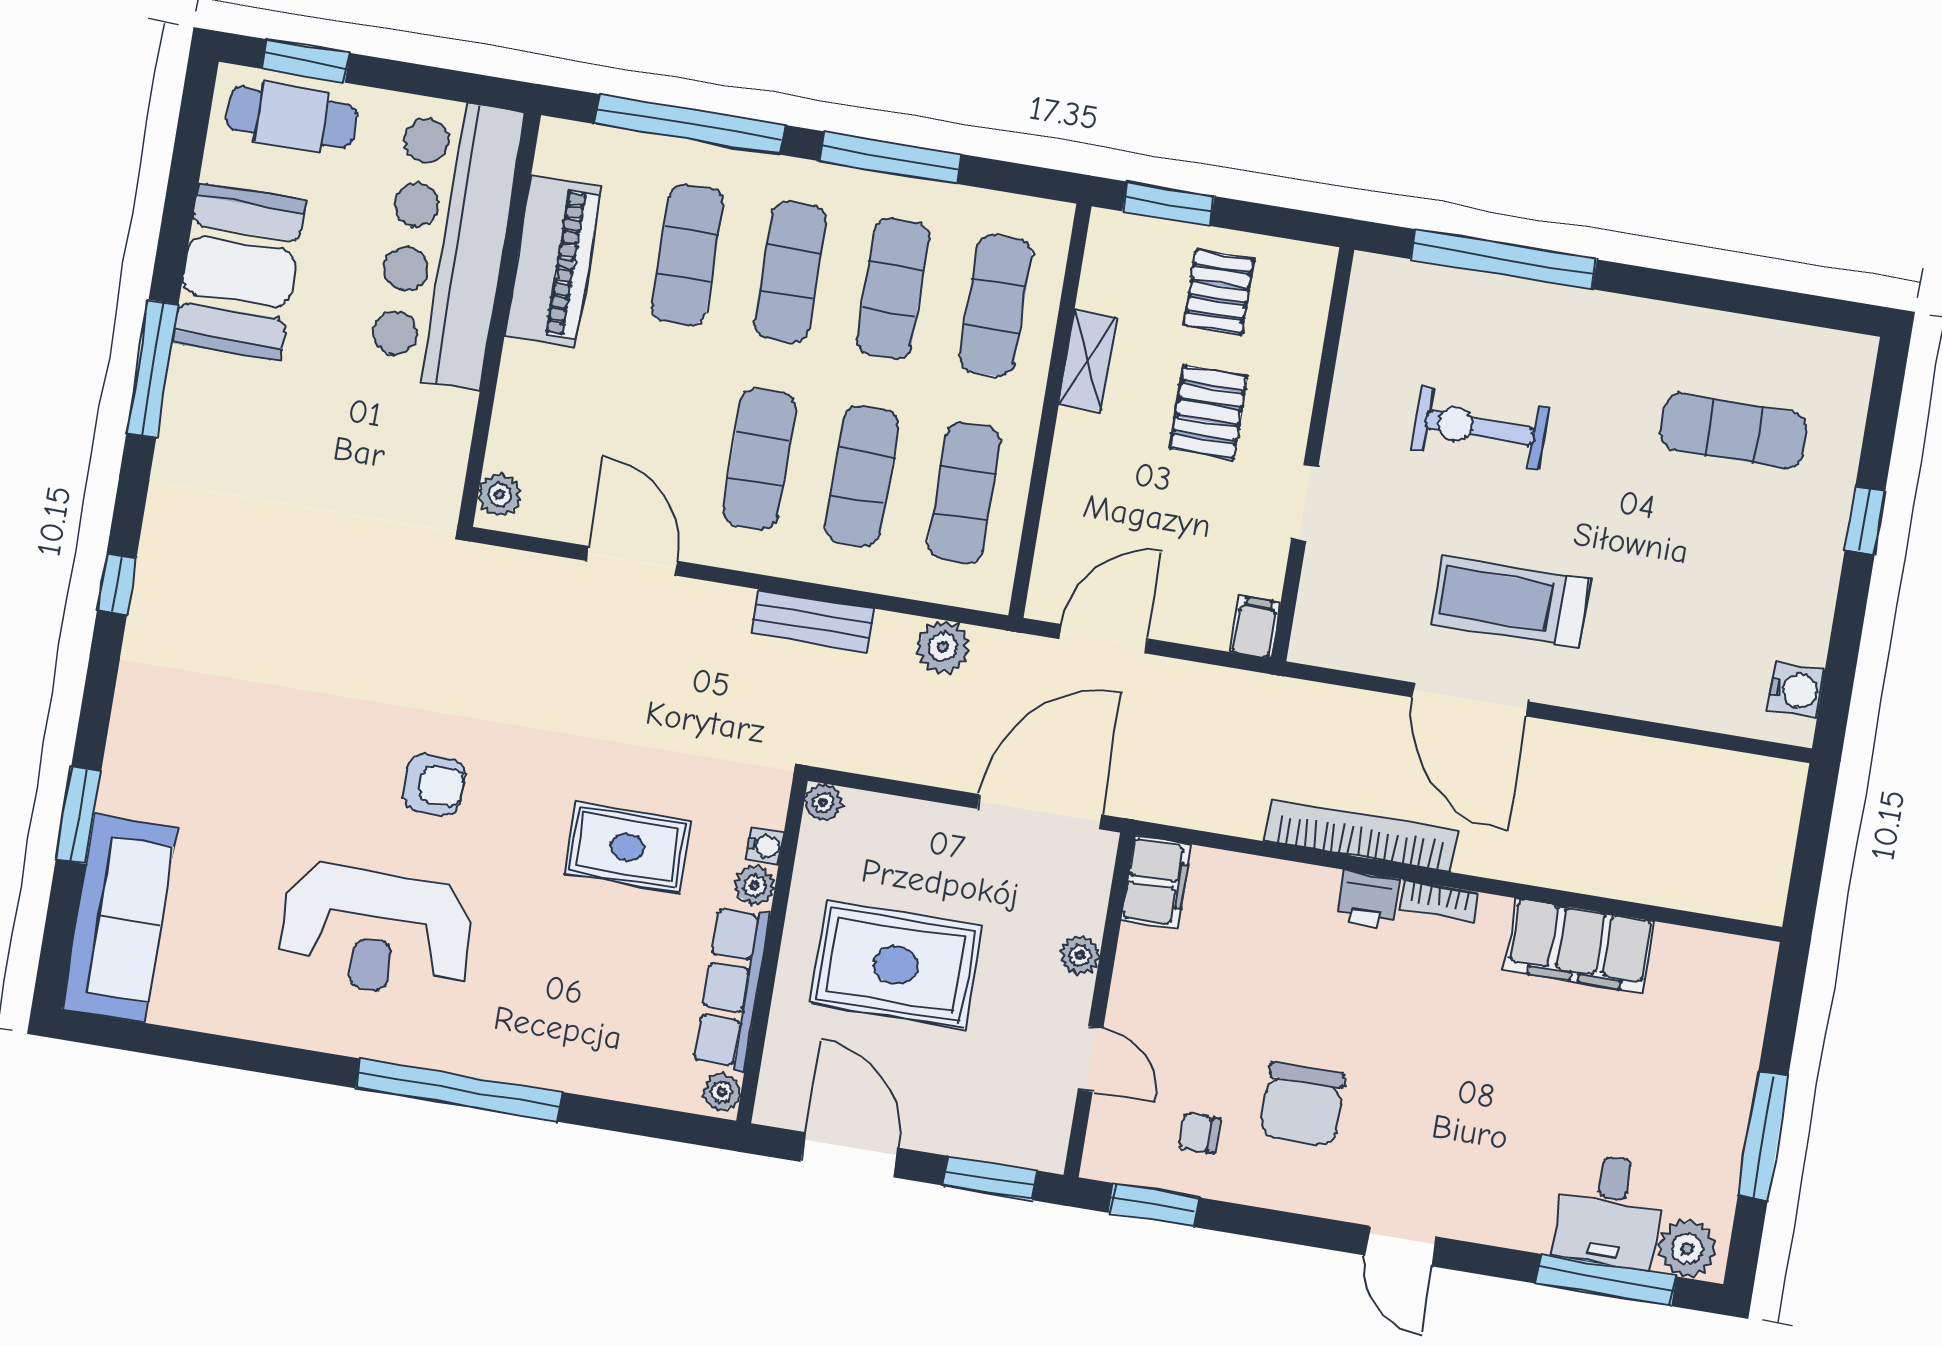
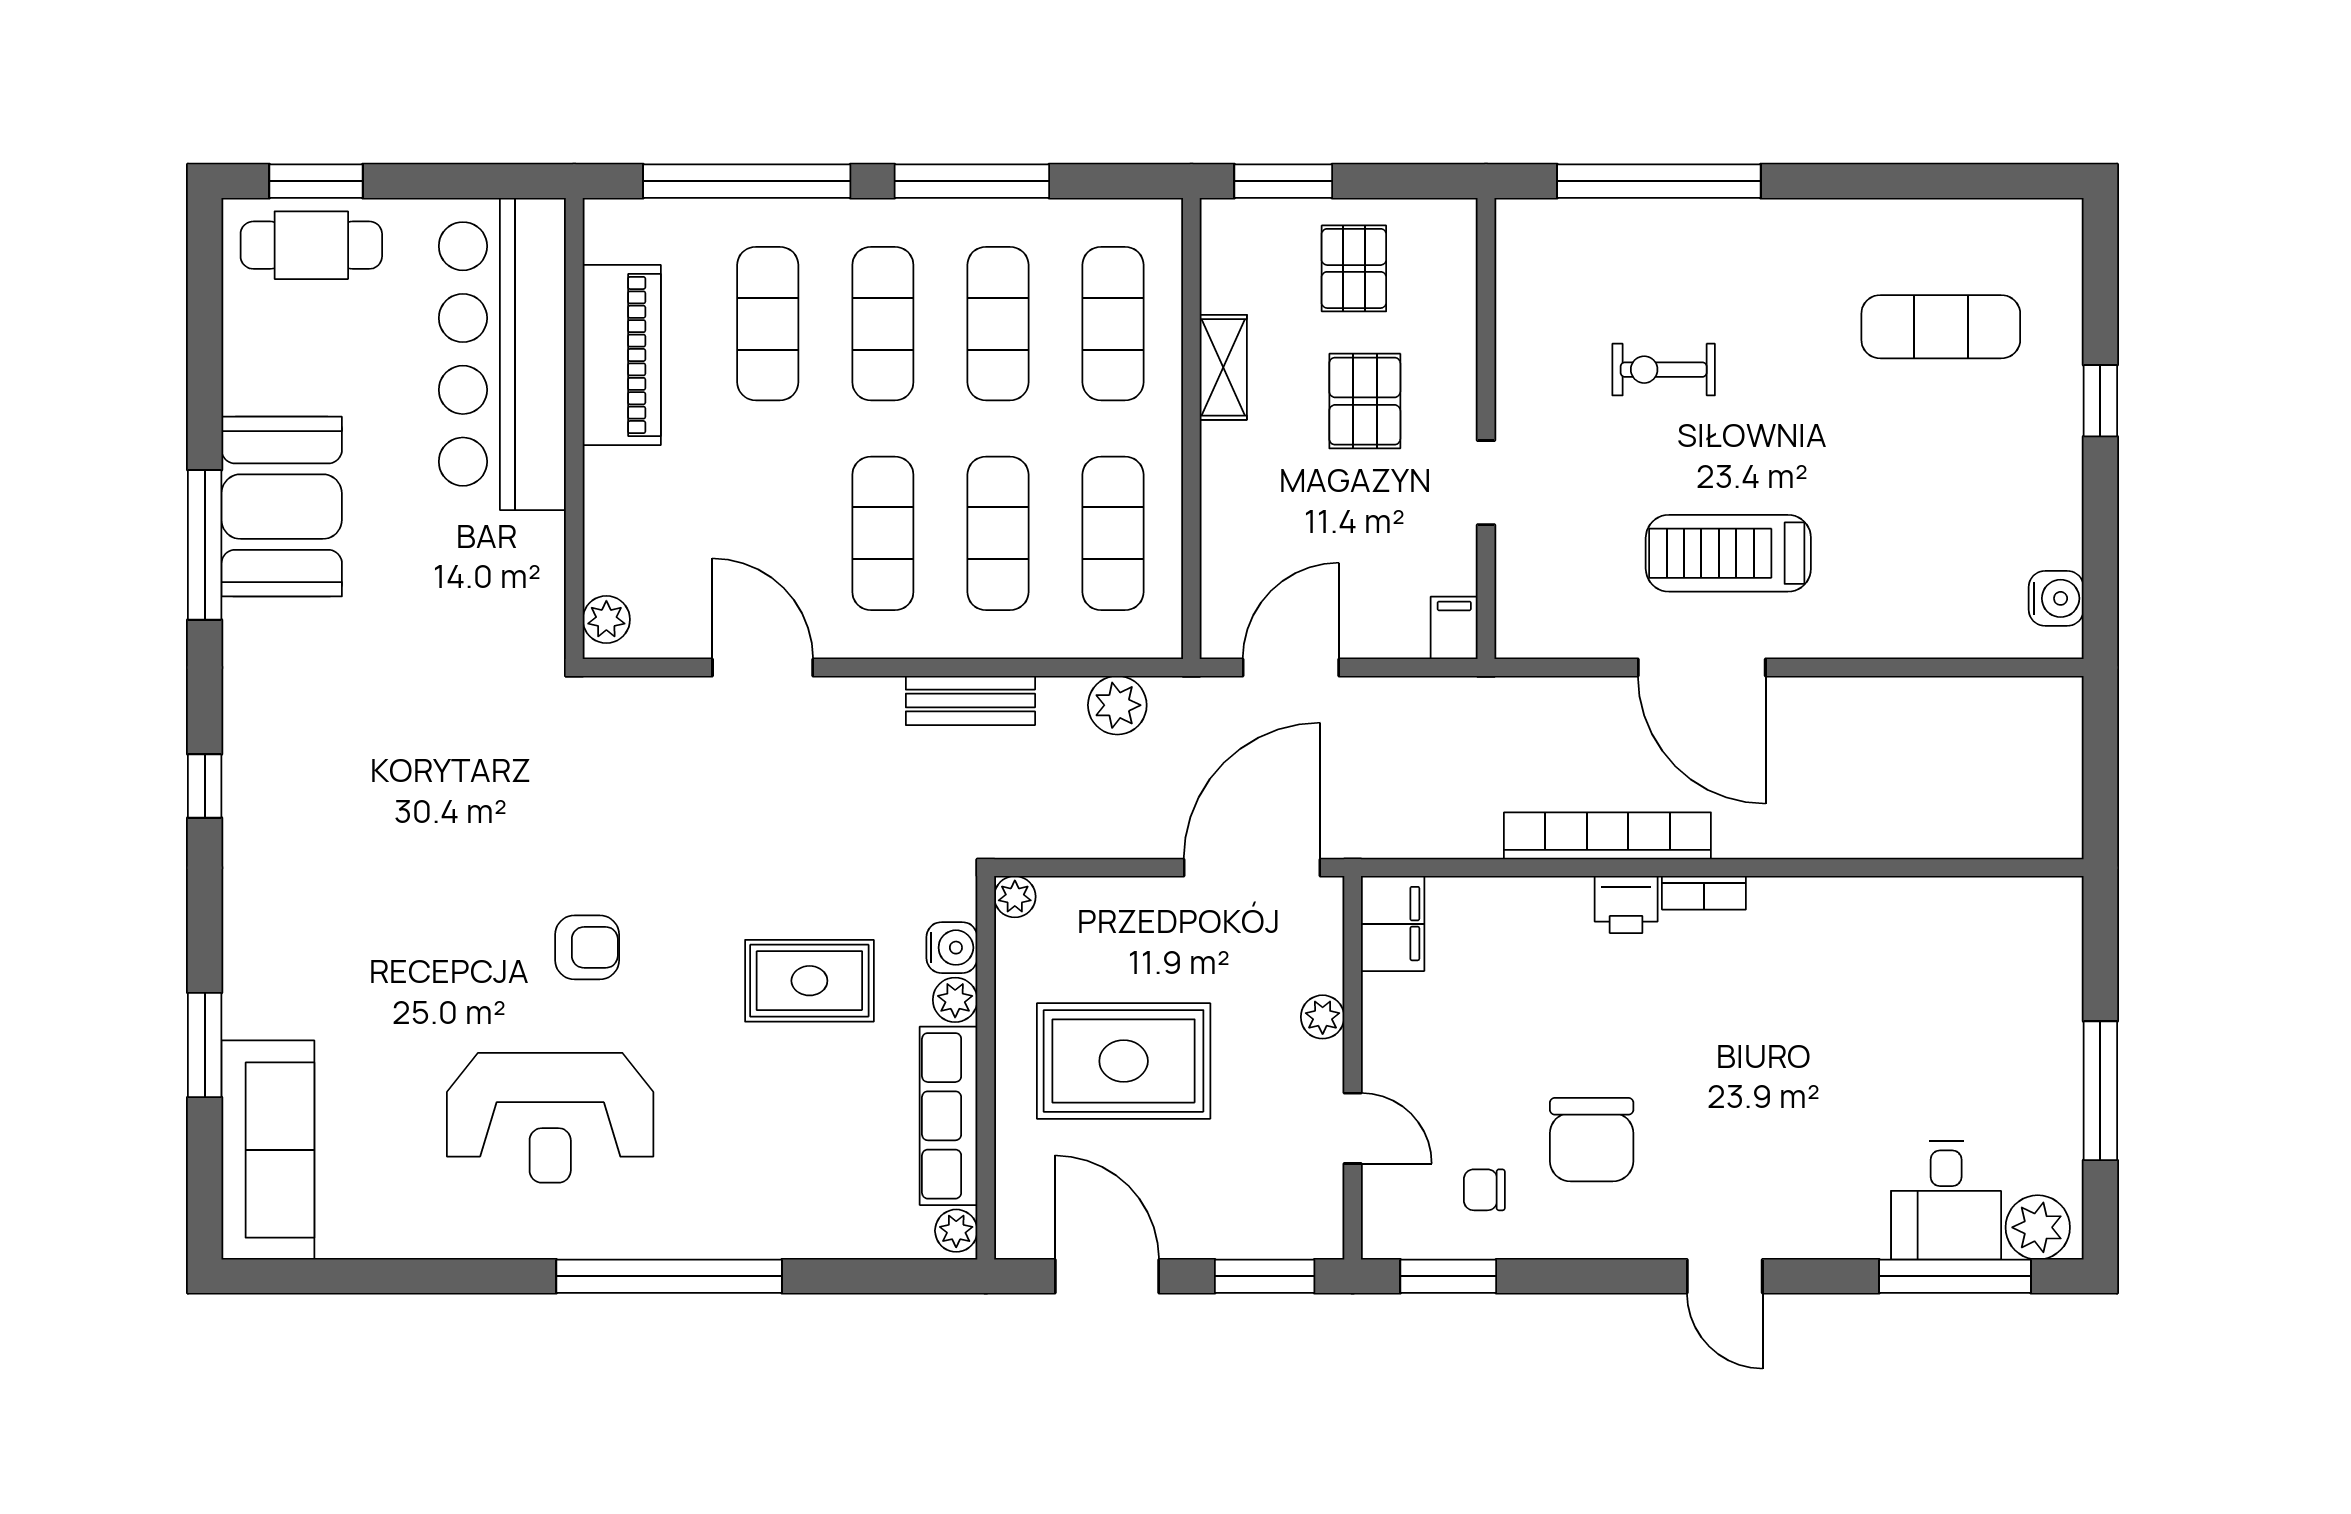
booth: (239, 272) -> (282, 507), moved
exercise bike: (1480, 428) -> (1664, 370), width x0.73, depth x0.72
water cooler: (765, 846) -> (952, 948), width x1.38, depth x1.38
filing cabinet: (1579, 946) -> (1866, 916), removed

